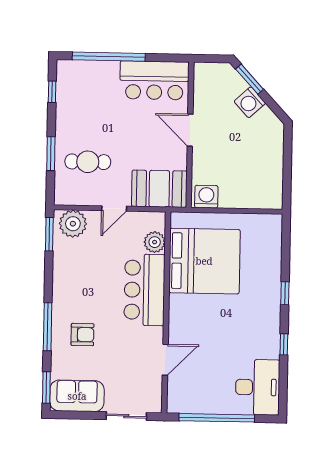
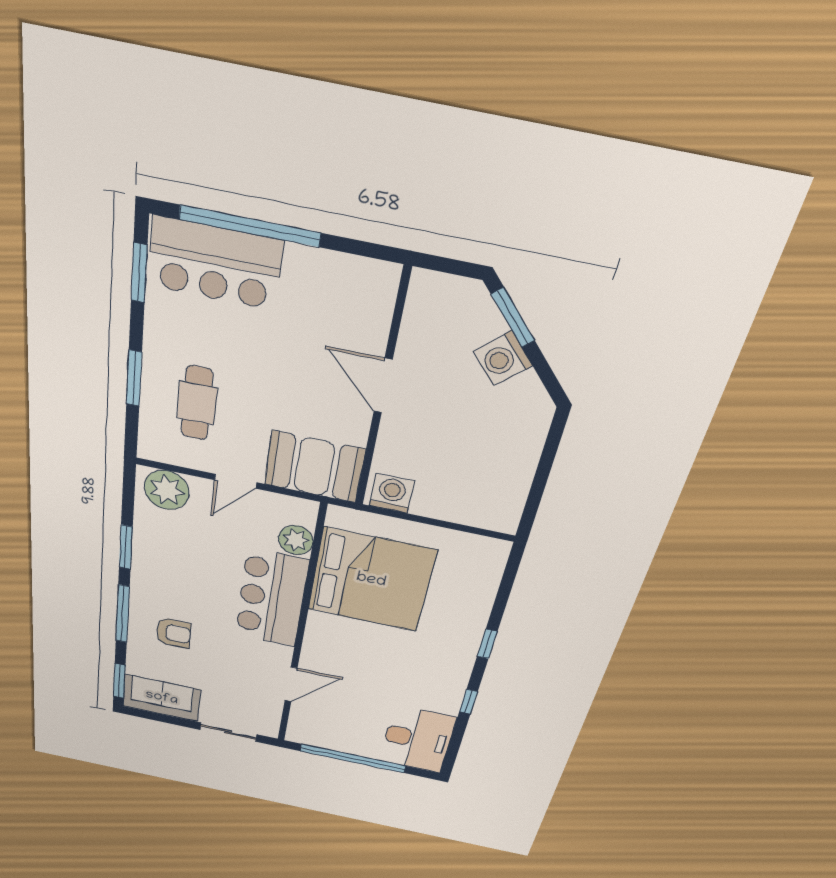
bar counter: (154, 80) -> (215, 263), moved
window: (52, 92) -> (139, 273), width x1.50
cafe table: (88, 162) -> (197, 403), turned 90
window: (49, 234) -> (126, 547), moved

